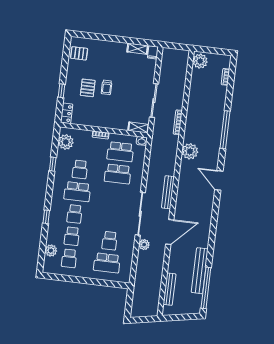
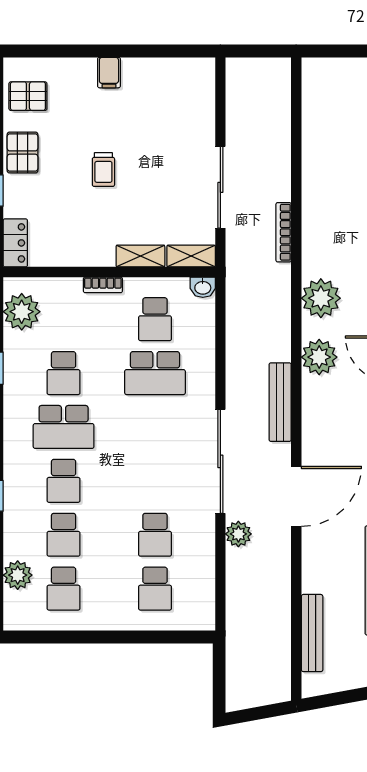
shelving: (138, 49) -> (140, 256), moved
filing cabinet: (153, 52) -> (109, 73), moved
plant: (200, 61) -> (319, 357), moved
pallet: (88, 88) -> (23, 153), moved
school desk: (120, 152) -> (155, 319), width x0.54
school desk: (107, 263) -> (155, 589), width x0.54

